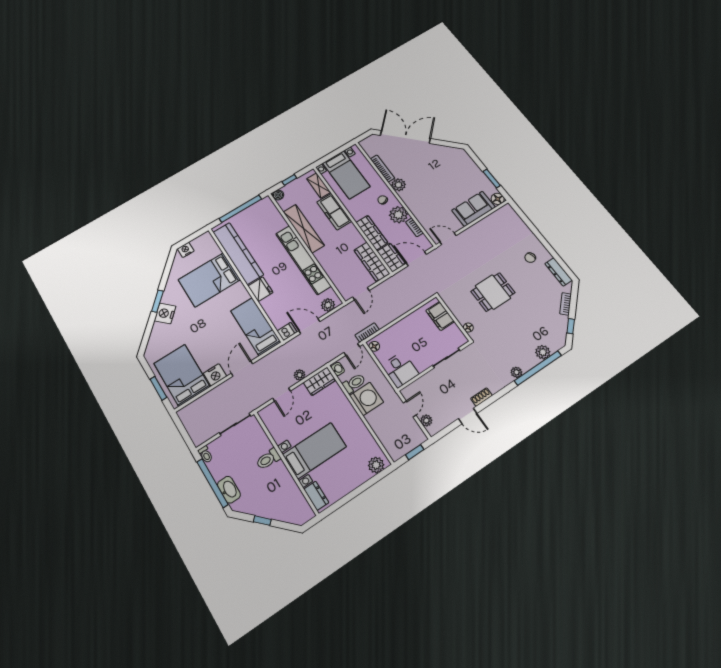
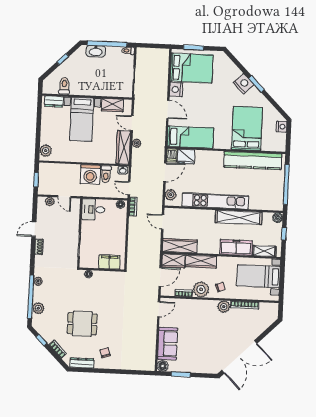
double door: (405, 137) -> (239, 357), moved
fridge: (260, 289) -> (186, 157), moved
dining table: (493, 292) -> (82, 324), moved, turned 90
wardrobe: (320, 381) -> (123, 147), width x1.50
wardrobe: (276, 429) -> (112, 105), added
toilet: (268, 459) -> (64, 86), moved

